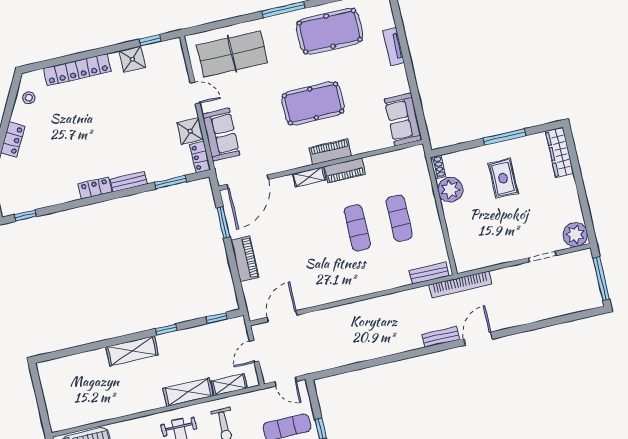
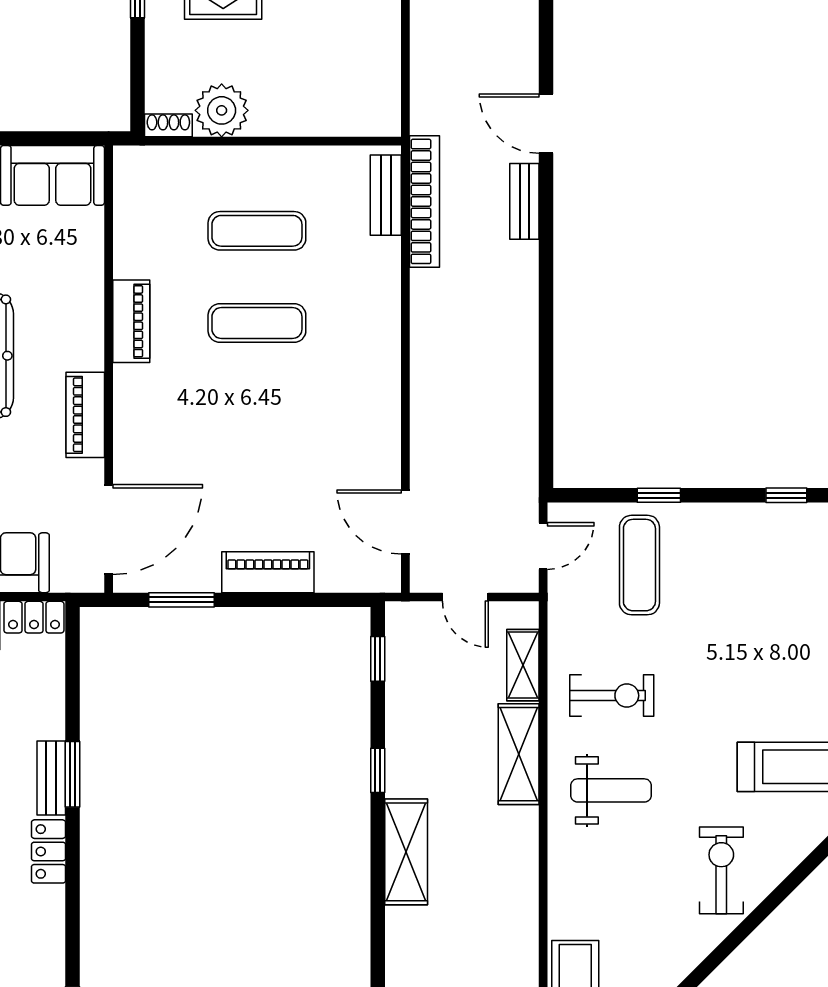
piano: (330, 152) -> (85, 415), moved
shelving: (309, 177) -> (128, 399), removed
window: (171, 182) -> (73, 774), moved
door: (248, 182) -> (109, 529), hinge flipped
bookcase: (460, 285) -> (425, 201), moved

